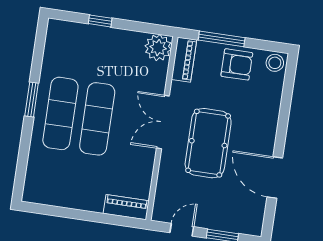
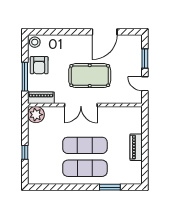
armchair: (237, 64) -> (39, 65), turned 180
window: (32, 100) -> (110, 187), moved
piano: (126, 207) -> (136, 147), moved

